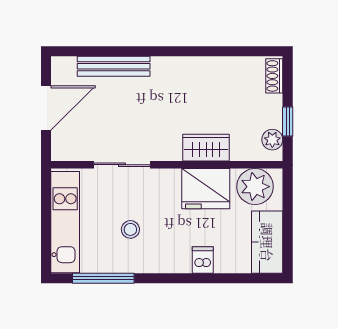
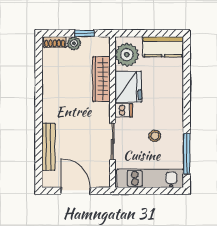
plant: (272, 140) -> (74, 43), moved
wardrobe: (206, 148) -> (101, 79), width x1.50
dishwasher: (203, 260) -> (124, 110), moved, turned 180

